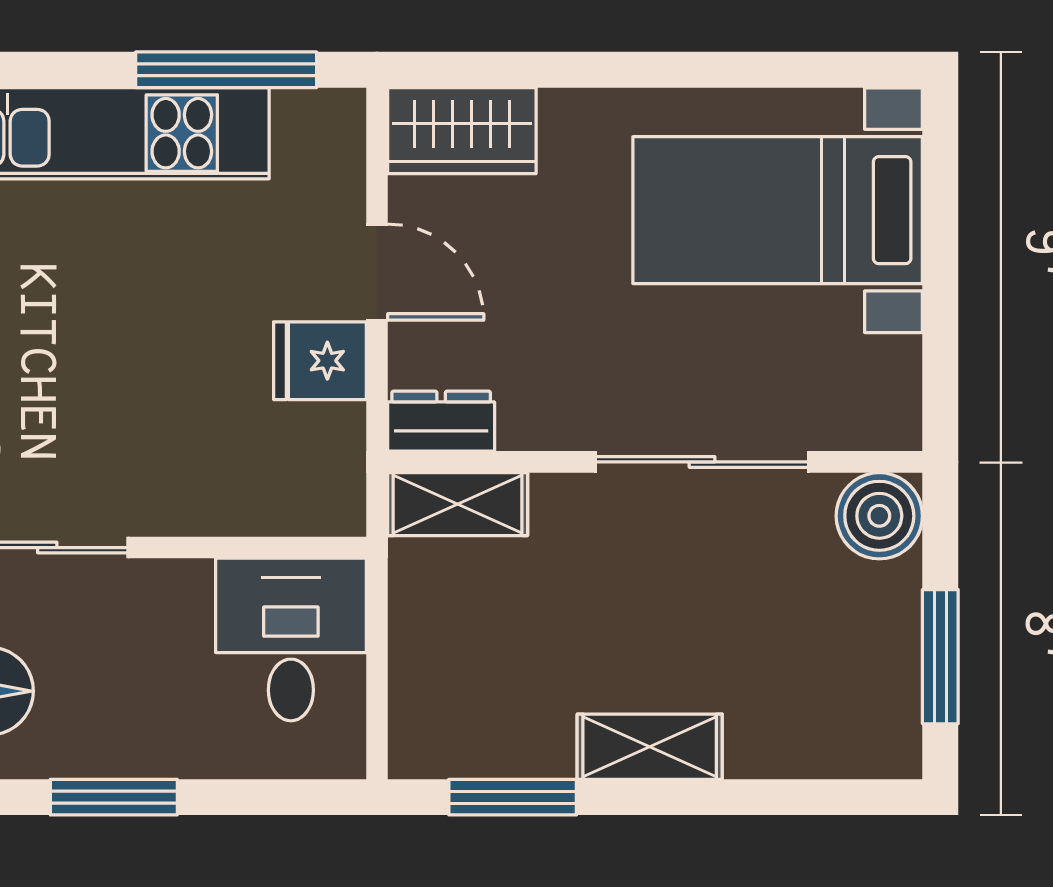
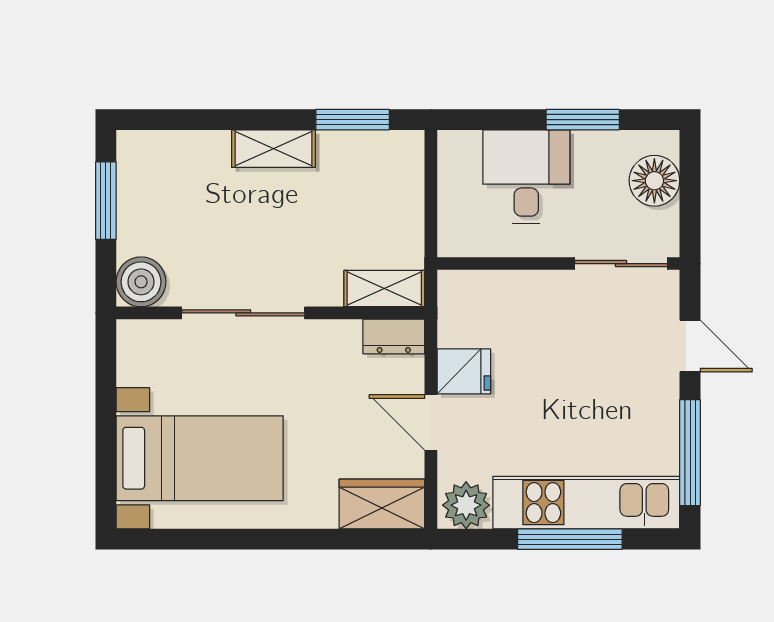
window: (226, 70) -> (570, 539), moved
plant: (316, 129) -> (466, 505), added
desk: (291, 639) -> (526, 177), moved, turned 180

